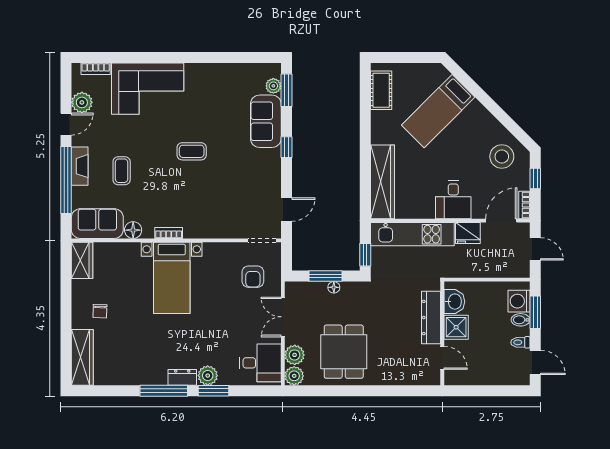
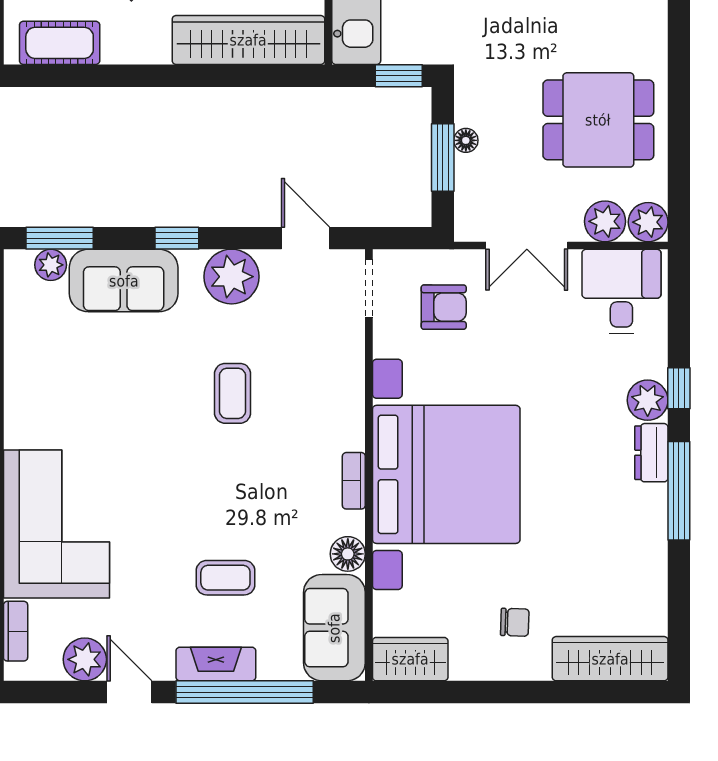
coffee table: (192, 151) -> (233, 393), moved
plant: (268, 174) -> (232, 277), added
bed with nightstands: (172, 278) -> (446, 474), width x1.85
window: (213, 391) -> (679, 388), width x0.67

